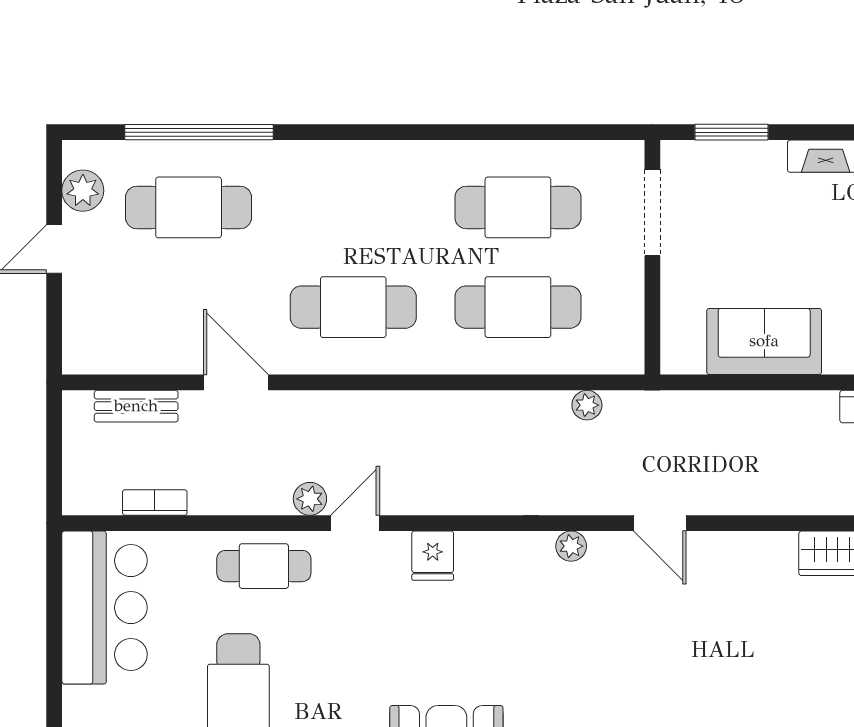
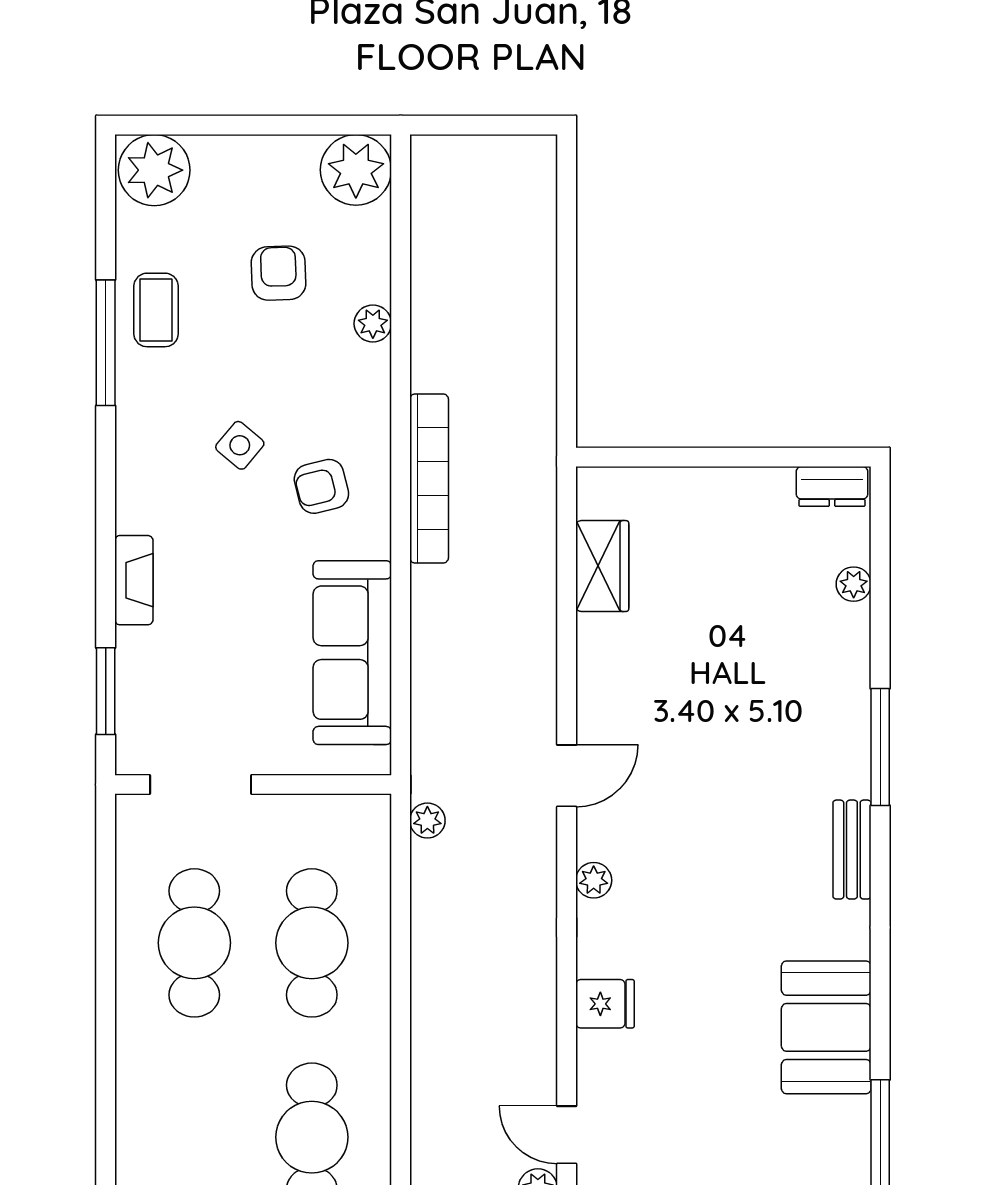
sofa: (764, 341) -> (352, 653), width x1.36
plant: (587, 405) -> (427, 821), moved
fridge: (433, 556) -> (605, 1004), moved

